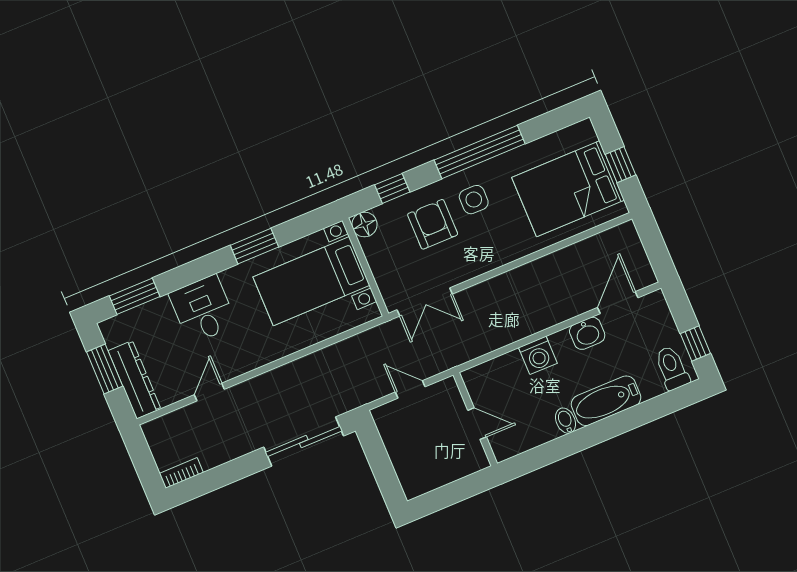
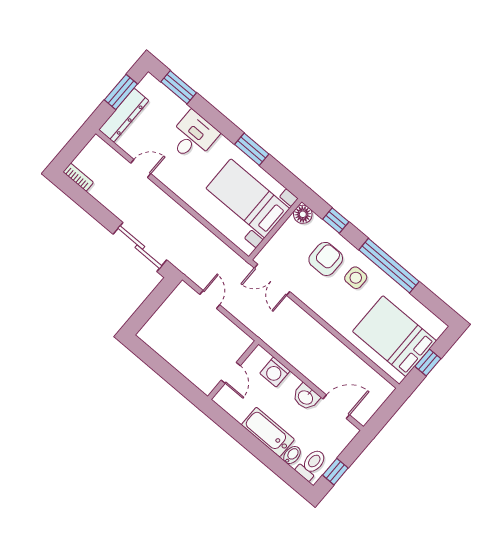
wall: (475, 419) -> (233, 370), moved
bidet: (566, 421) -> (292, 455), moved
door: (477, 424) -> (231, 373), moved

